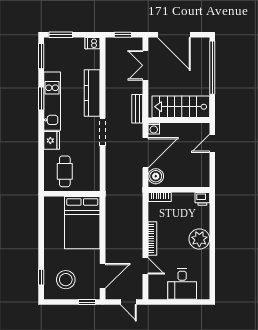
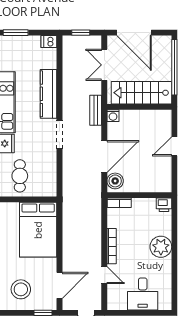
stairs: (181, 107) -> (141, 93), moved
wall: (179, 120) -> (139, 107), moved
washing machine: (154, 129) -> (113, 116), moved

